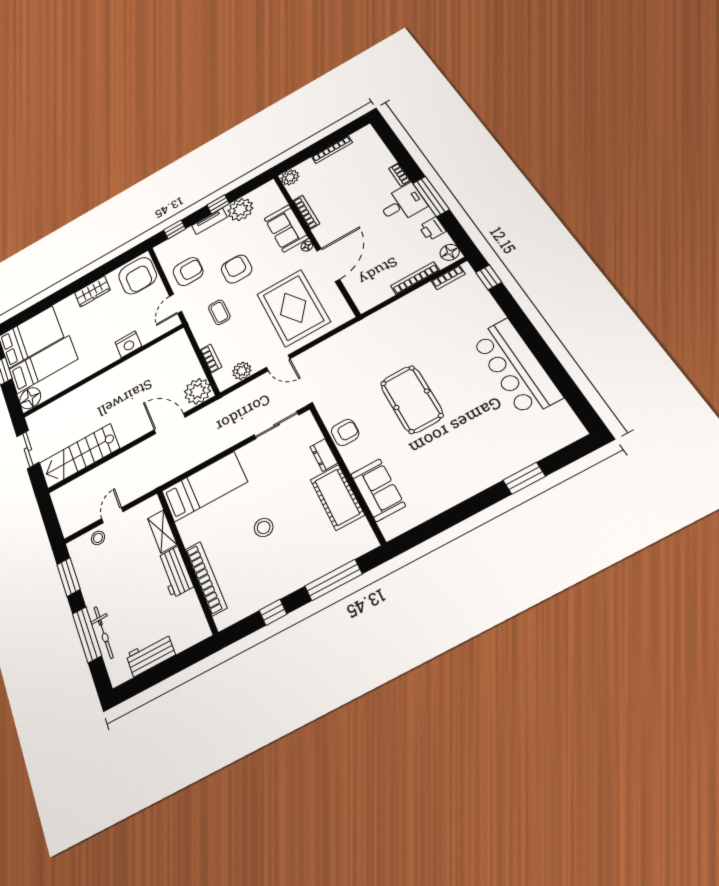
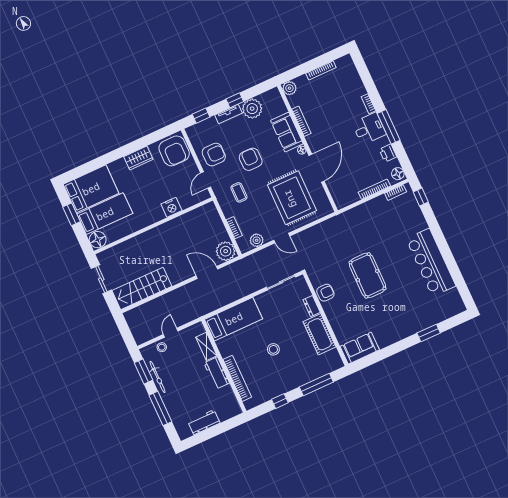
sofa: (378, 490) -> (360, 348), moved, turned -90
bicycle: (104, 632) -> (158, 377), moved

